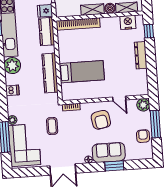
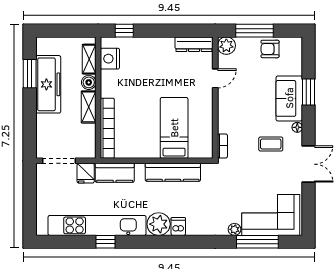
dresser: (141, 55) -> (194, 44), moved
dishwasher: (12, 90) -> (178, 226), moved
armchair: (101, 120) -> (243, 106), removed
coffee table: (52, 126) -> (271, 144), moved

